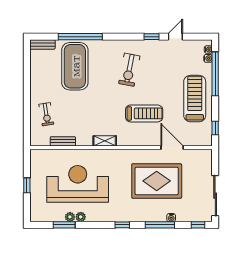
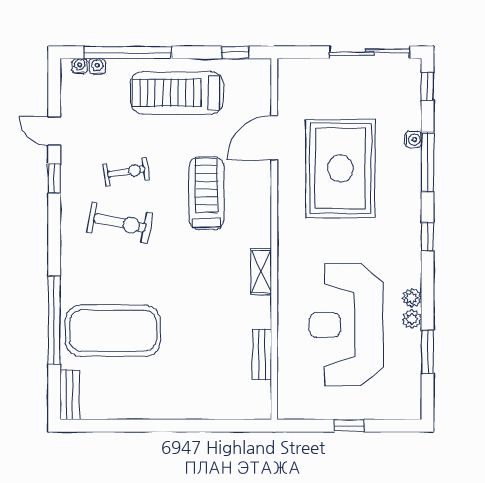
exercise bike: (46, 114) -> (126, 172), moved
plant: (70, 217) -> (412, 298), moved

